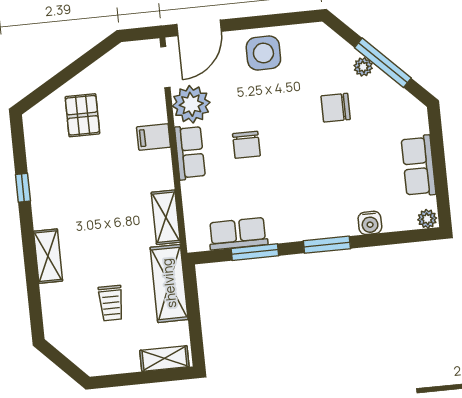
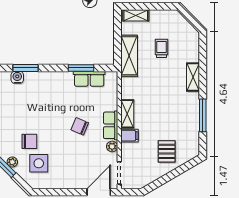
side table: (263, 53) -> (39, 163), moved
plant: (191, 104) -> (112, 146), width x0.53, depth x0.53
chair: (246, 145) -> (80, 126), turned -67
window: (23, 188) -> (203, 115), width x2.17
shelving: (166, 217) -> (127, 114), moved
window: (327, 245) -> (26, 68), moved

